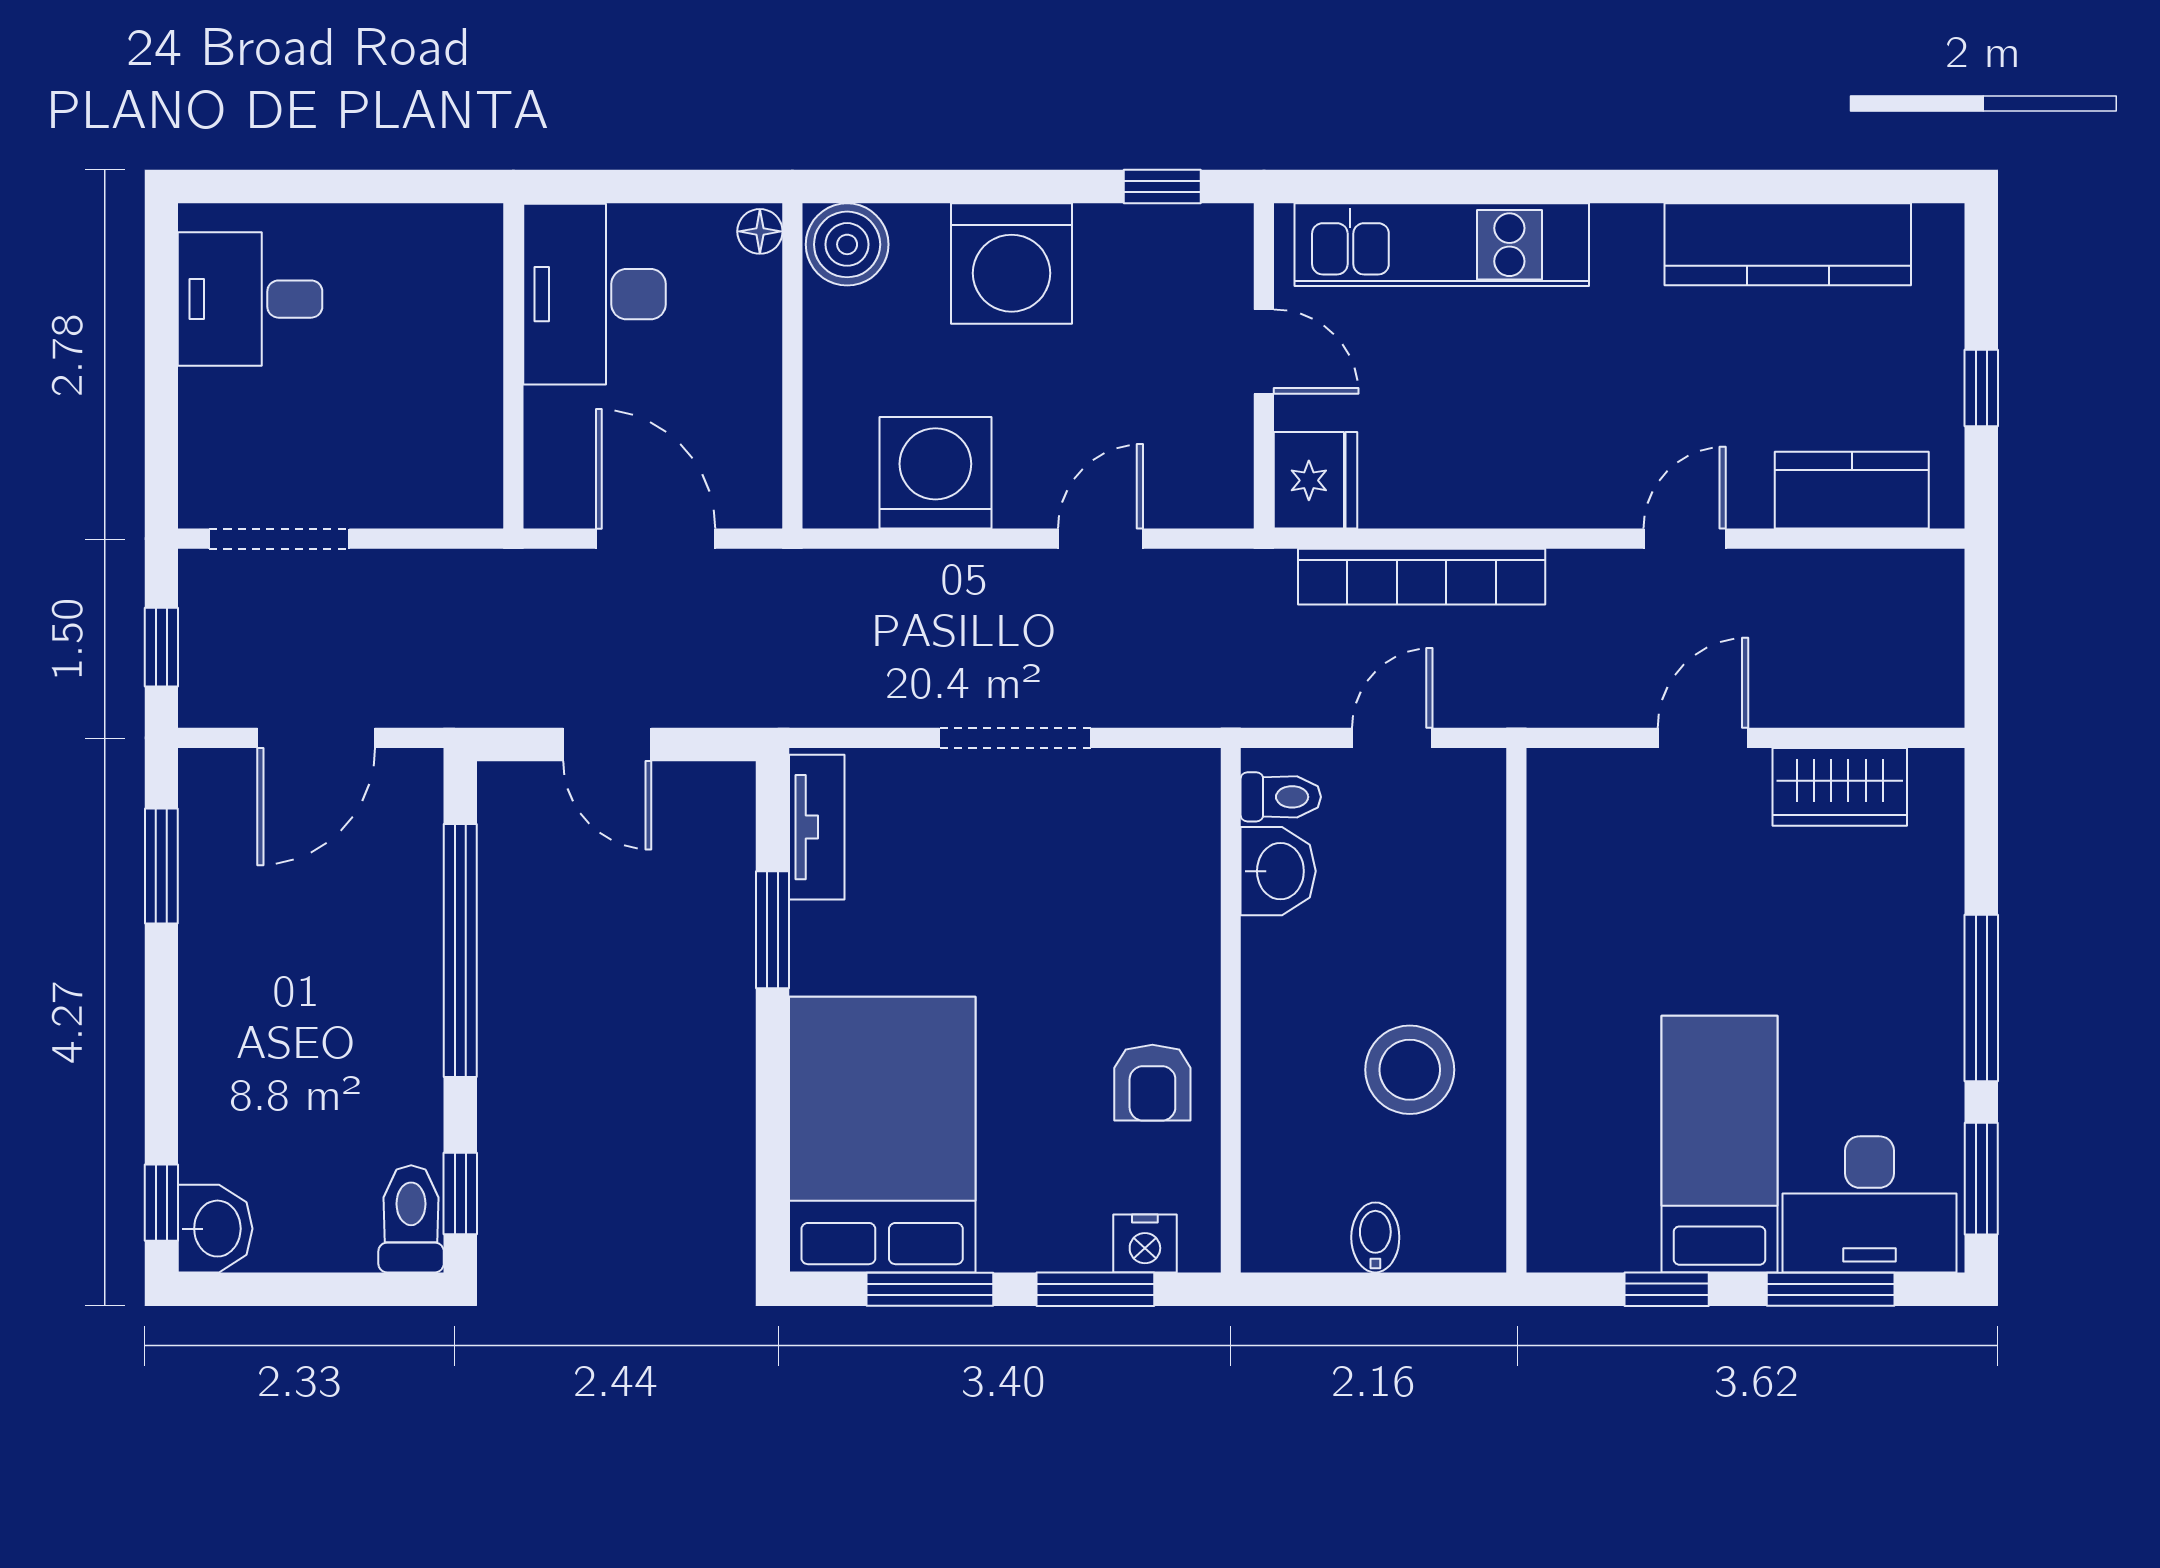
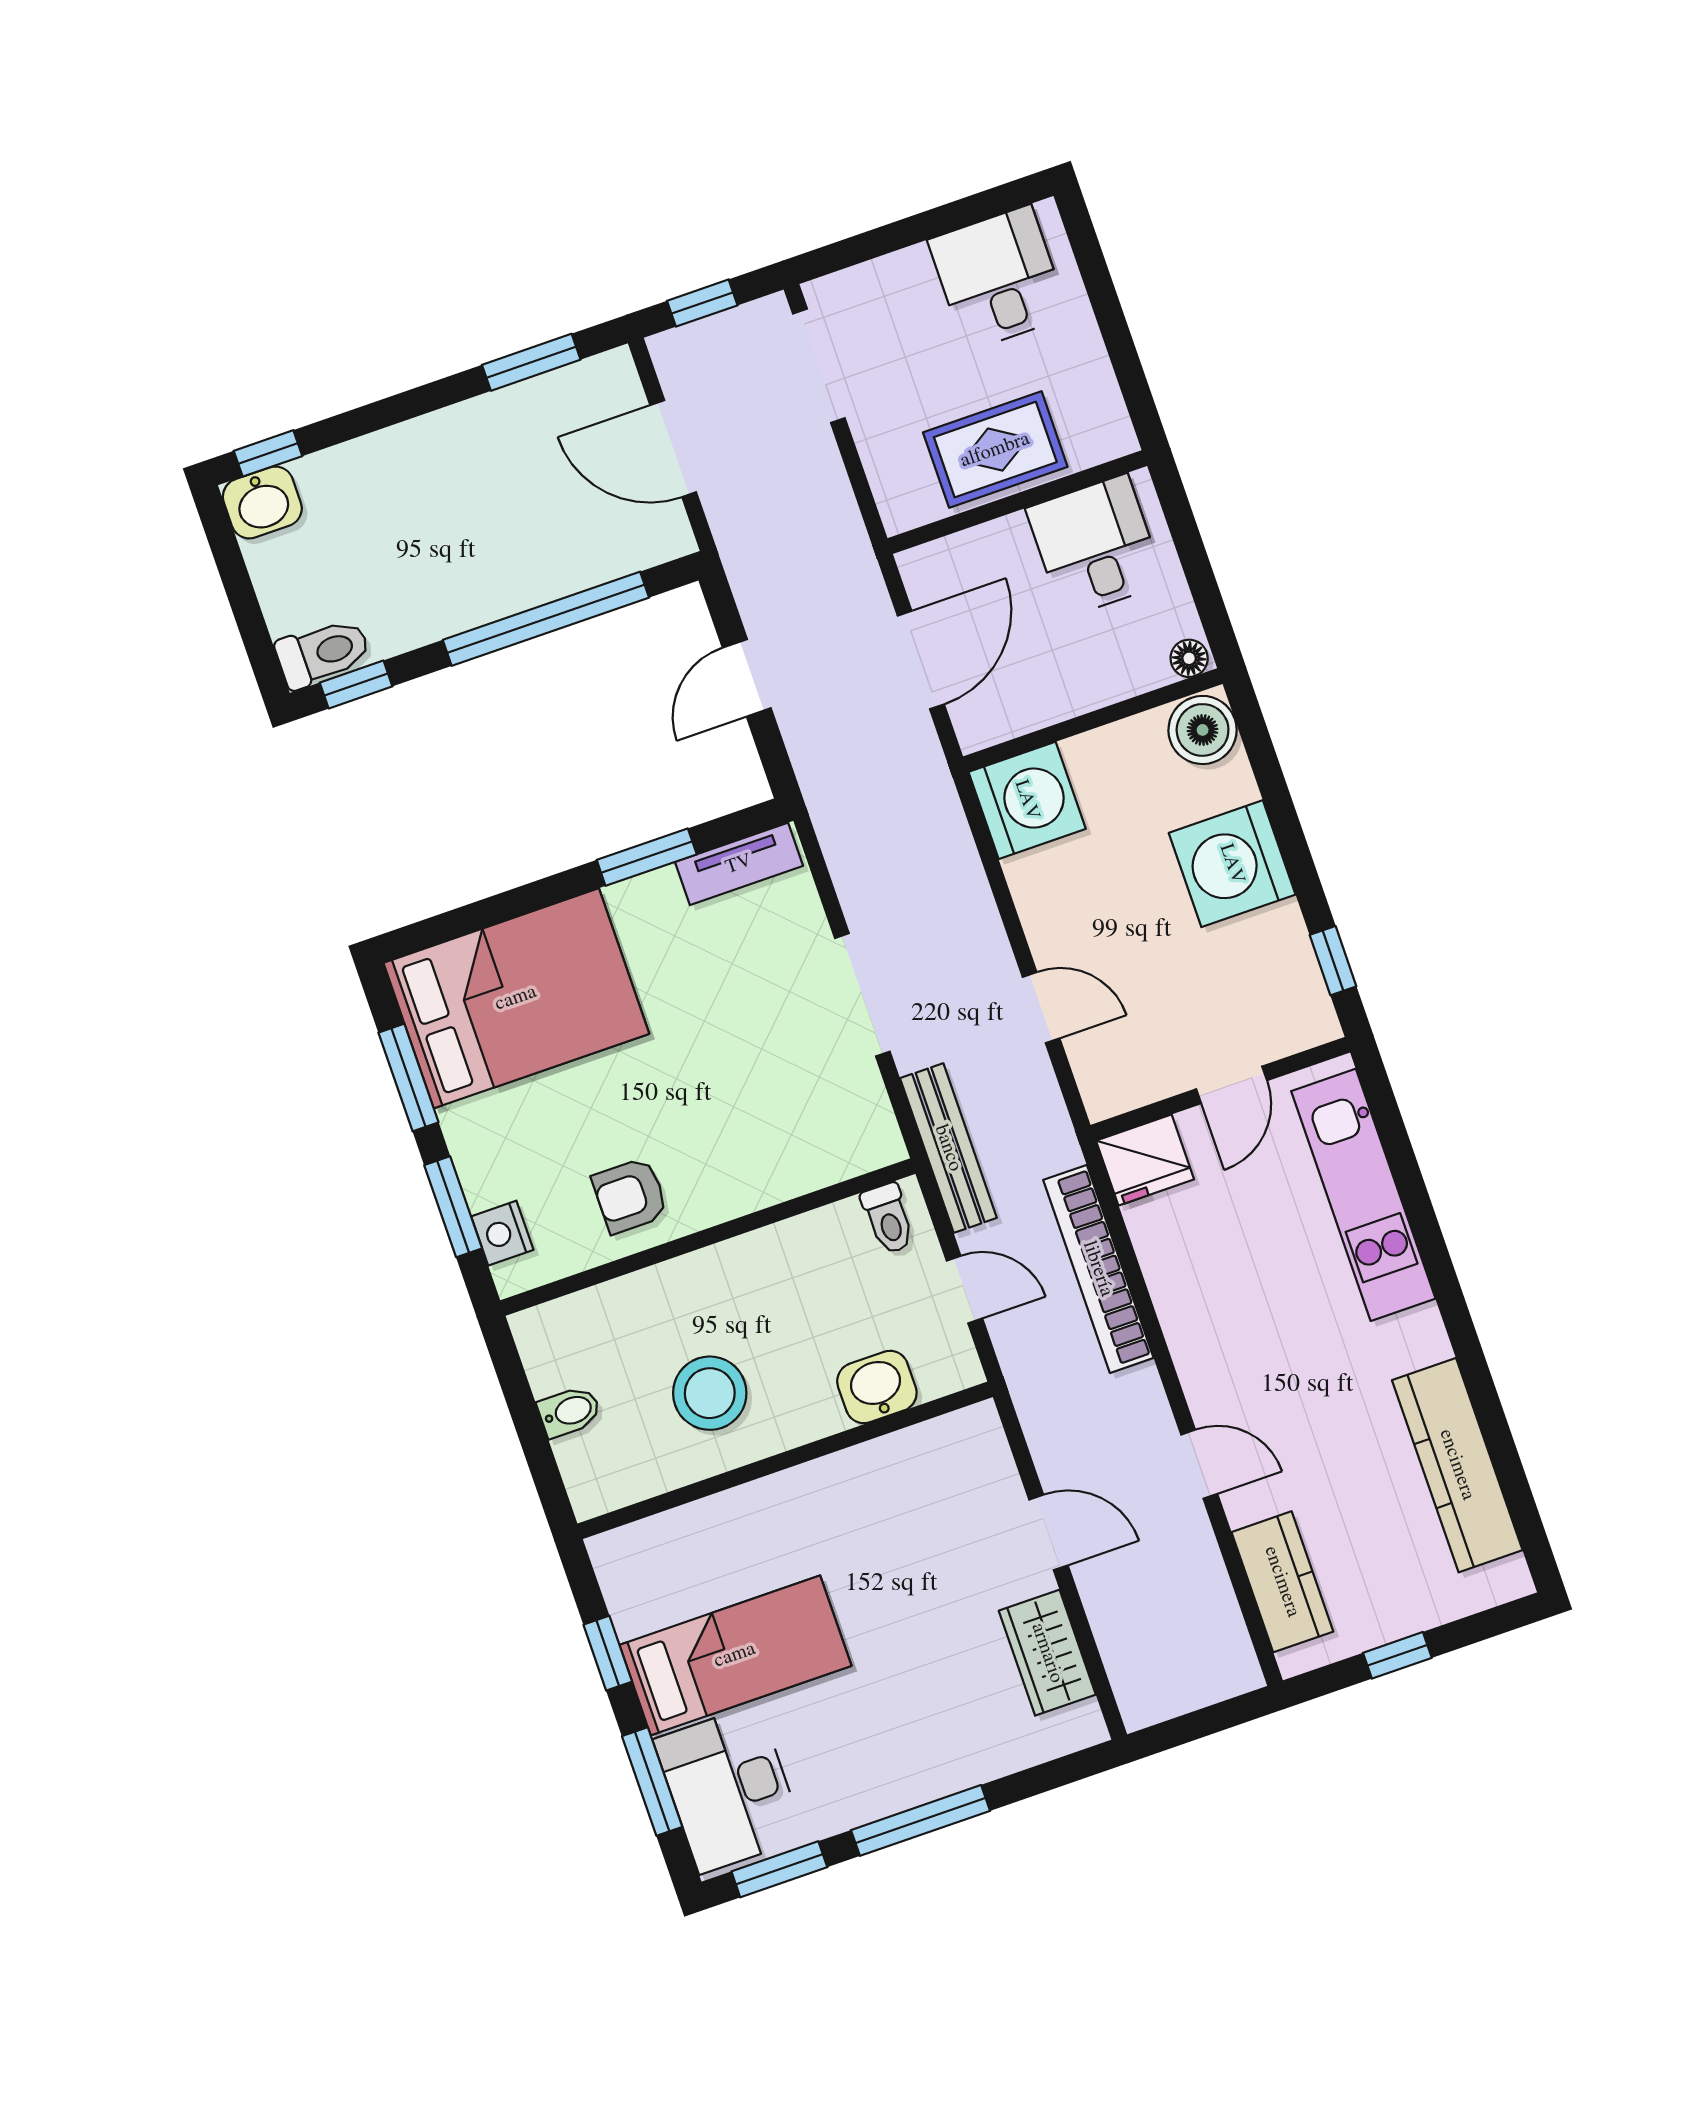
desk: (594, 294) -> (1095, 546), width x0.73
rug: (445, 370) -> (995, 450), added
washing machine: (935, 473) -> (1027, 800), moved
bench: (1224, 700) -> (948, 1148), added
washbasin: (1278, 871) -> (877, 1387), moved, turned 180

